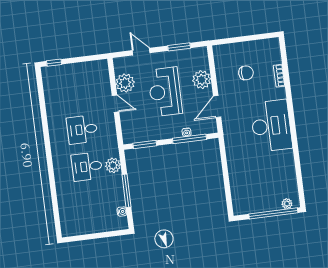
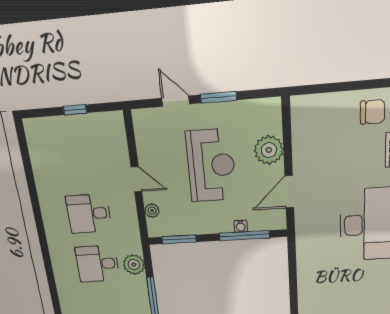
window: (179, 47) -> (218, 97), moved
window: (54, 63) -> (75, 110), moved
chair: (246, 73) -> (373, 112), moved
plant: (125, 83) -> (152, 211), moved, width x0.53, depth x0.53
reception desk: (165, 92) -> (211, 166), turned 180

